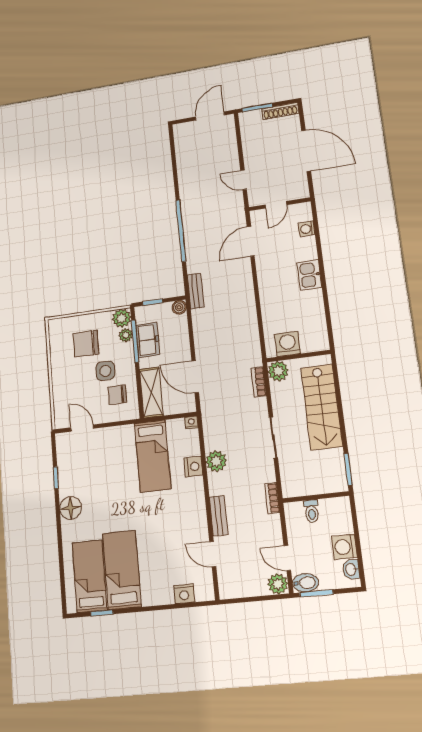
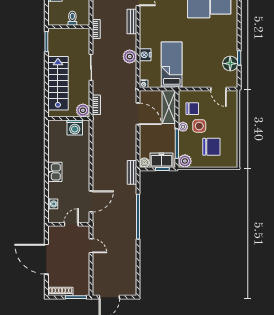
plant: (126, 335) -> (183, 127), moved
freezer: (148, 340) -> (161, 160), moved, turned 90
floor lamp: (71, 508) -> (230, 64), moved

